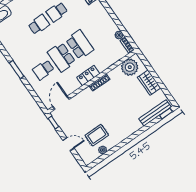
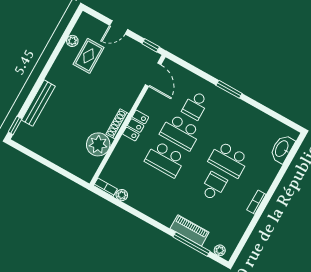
school desk: (39, 25) -> (229, 159), width x1.85
school desk: (62, 57) -> (180, 132), turned 180
plant: (130, 67) -> (98, 144), moved
school desk: (43, 70) -> (195, 105), turned 180
wardrobe: (149, 83) -> (55, 154), removed
bench: (155, 113) -> (38, 103), moved

